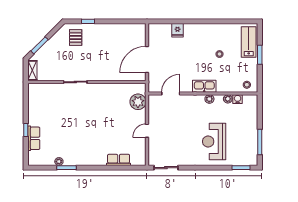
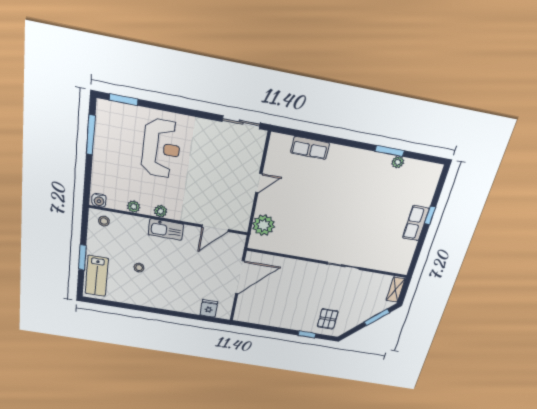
fridge: (178, 30) -> (209, 308), moved
water cooler: (238, 99) -> (99, 200), moved
row of seats: (34, 138) -> (416, 223), moved

